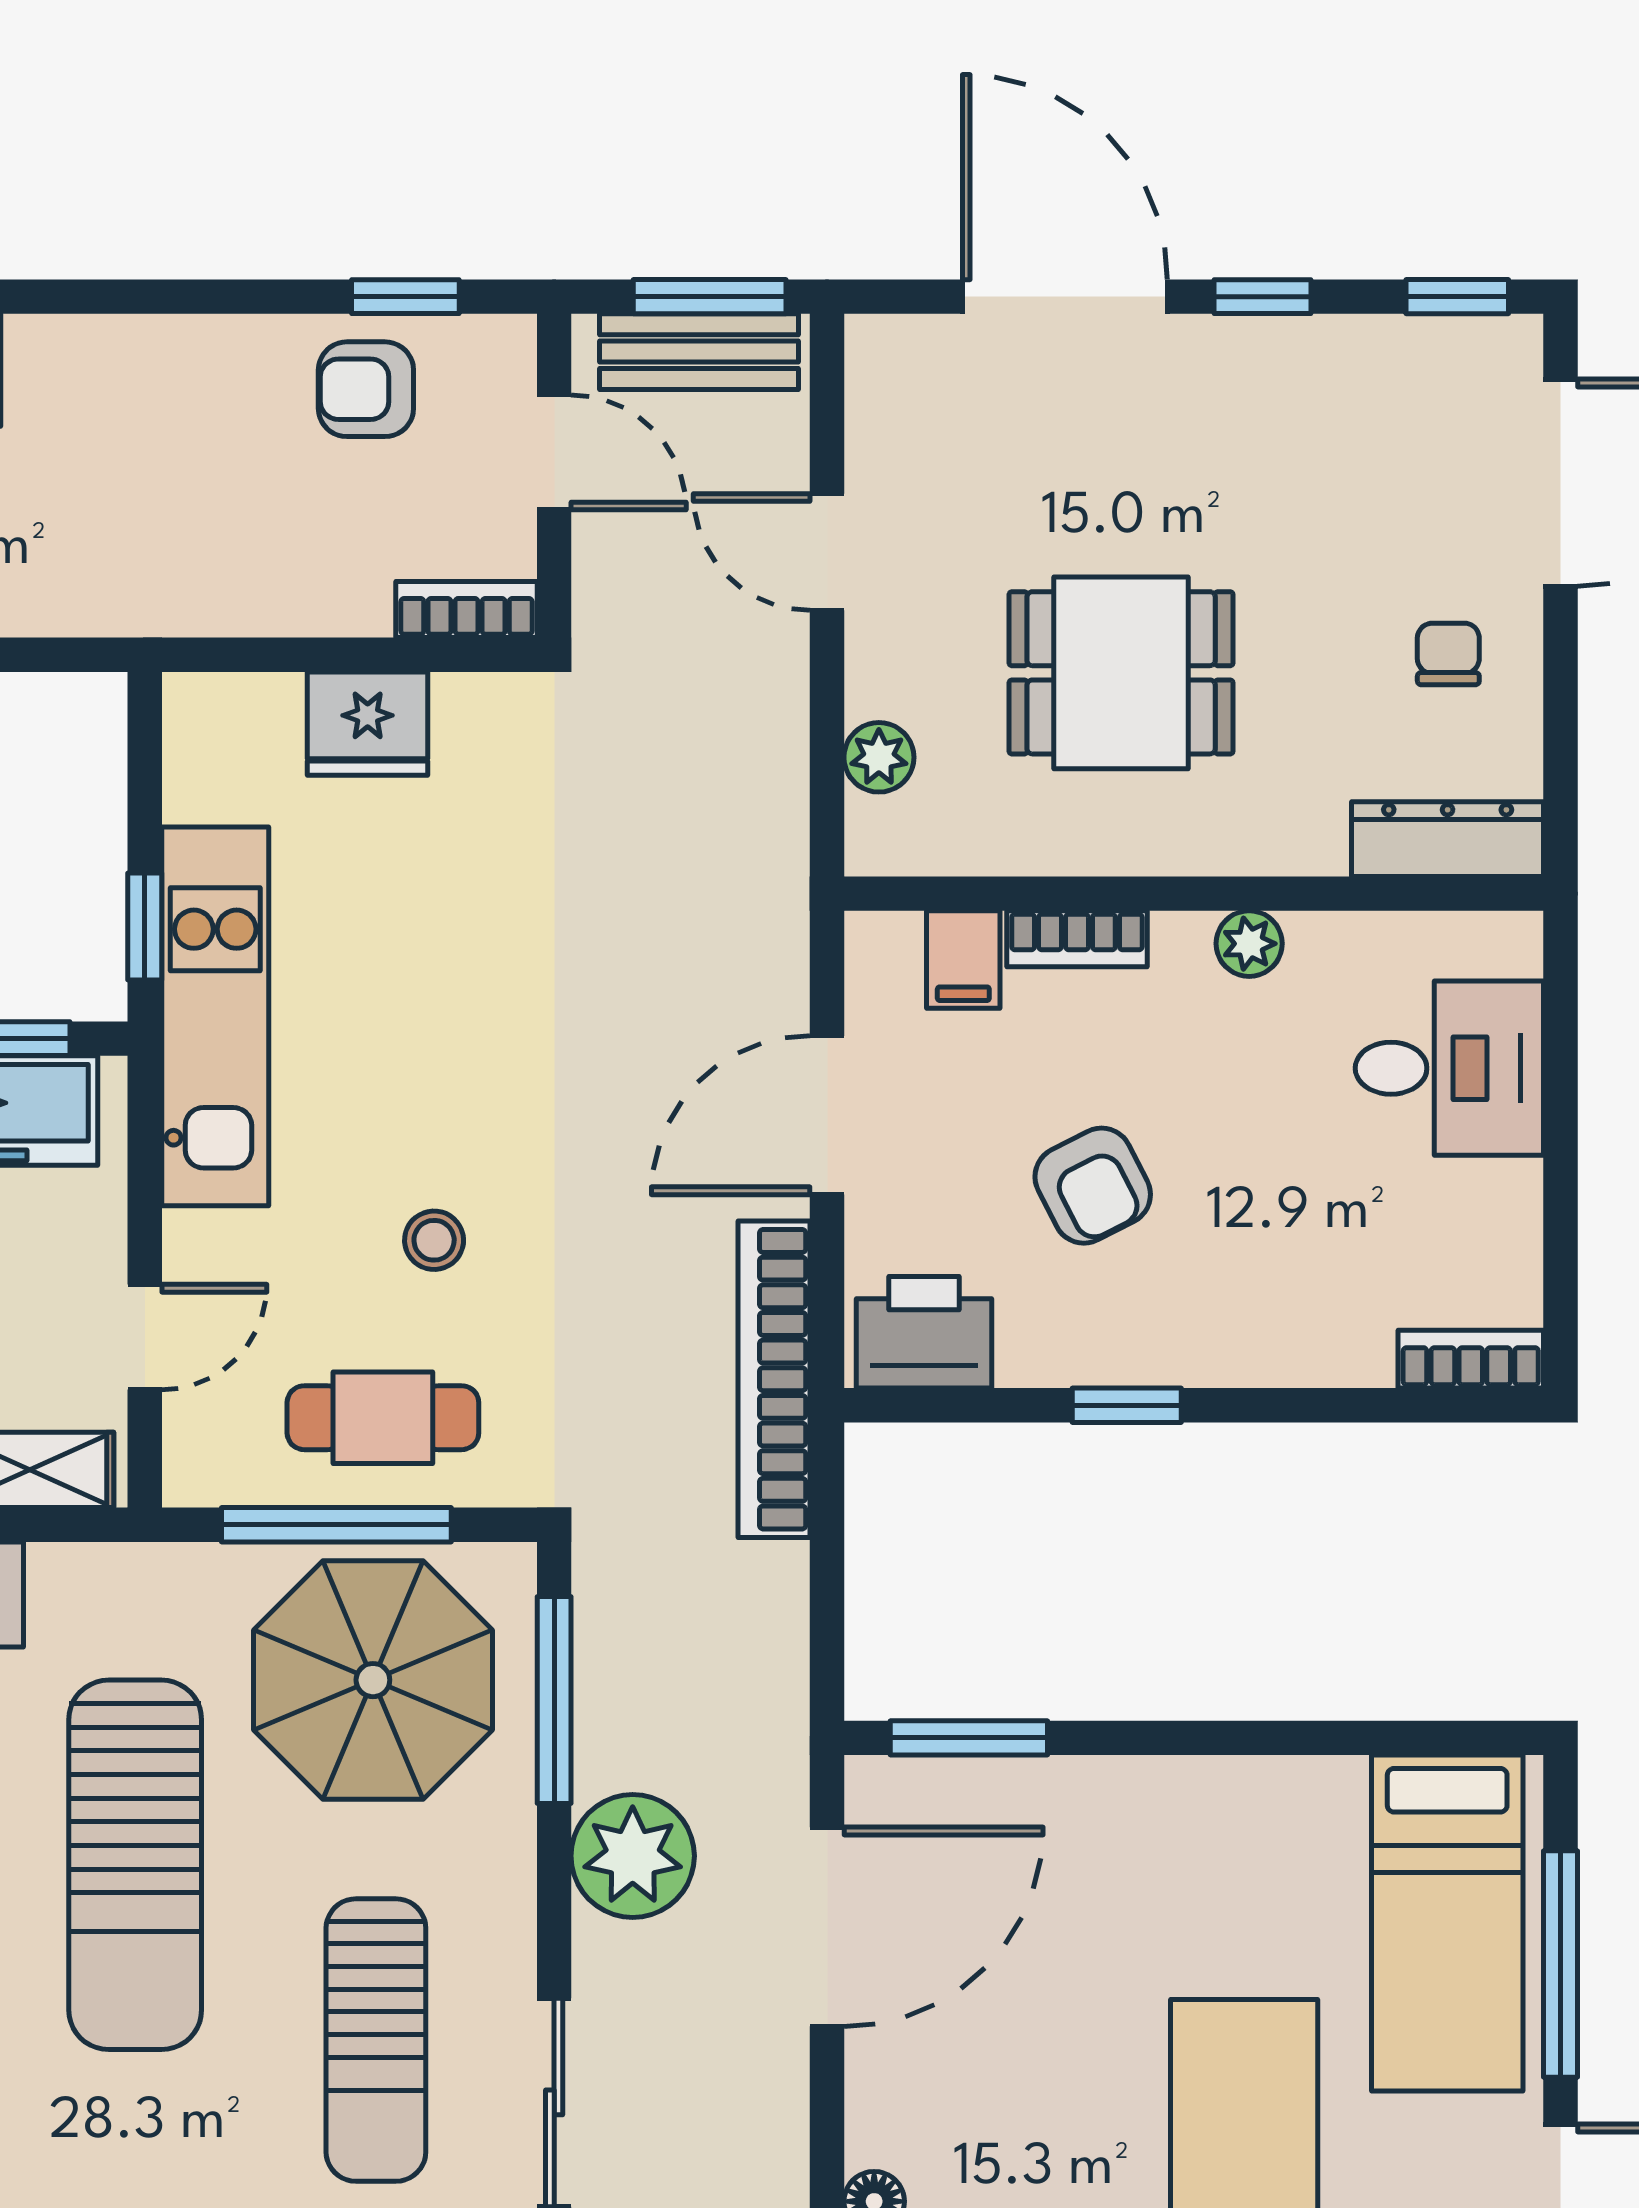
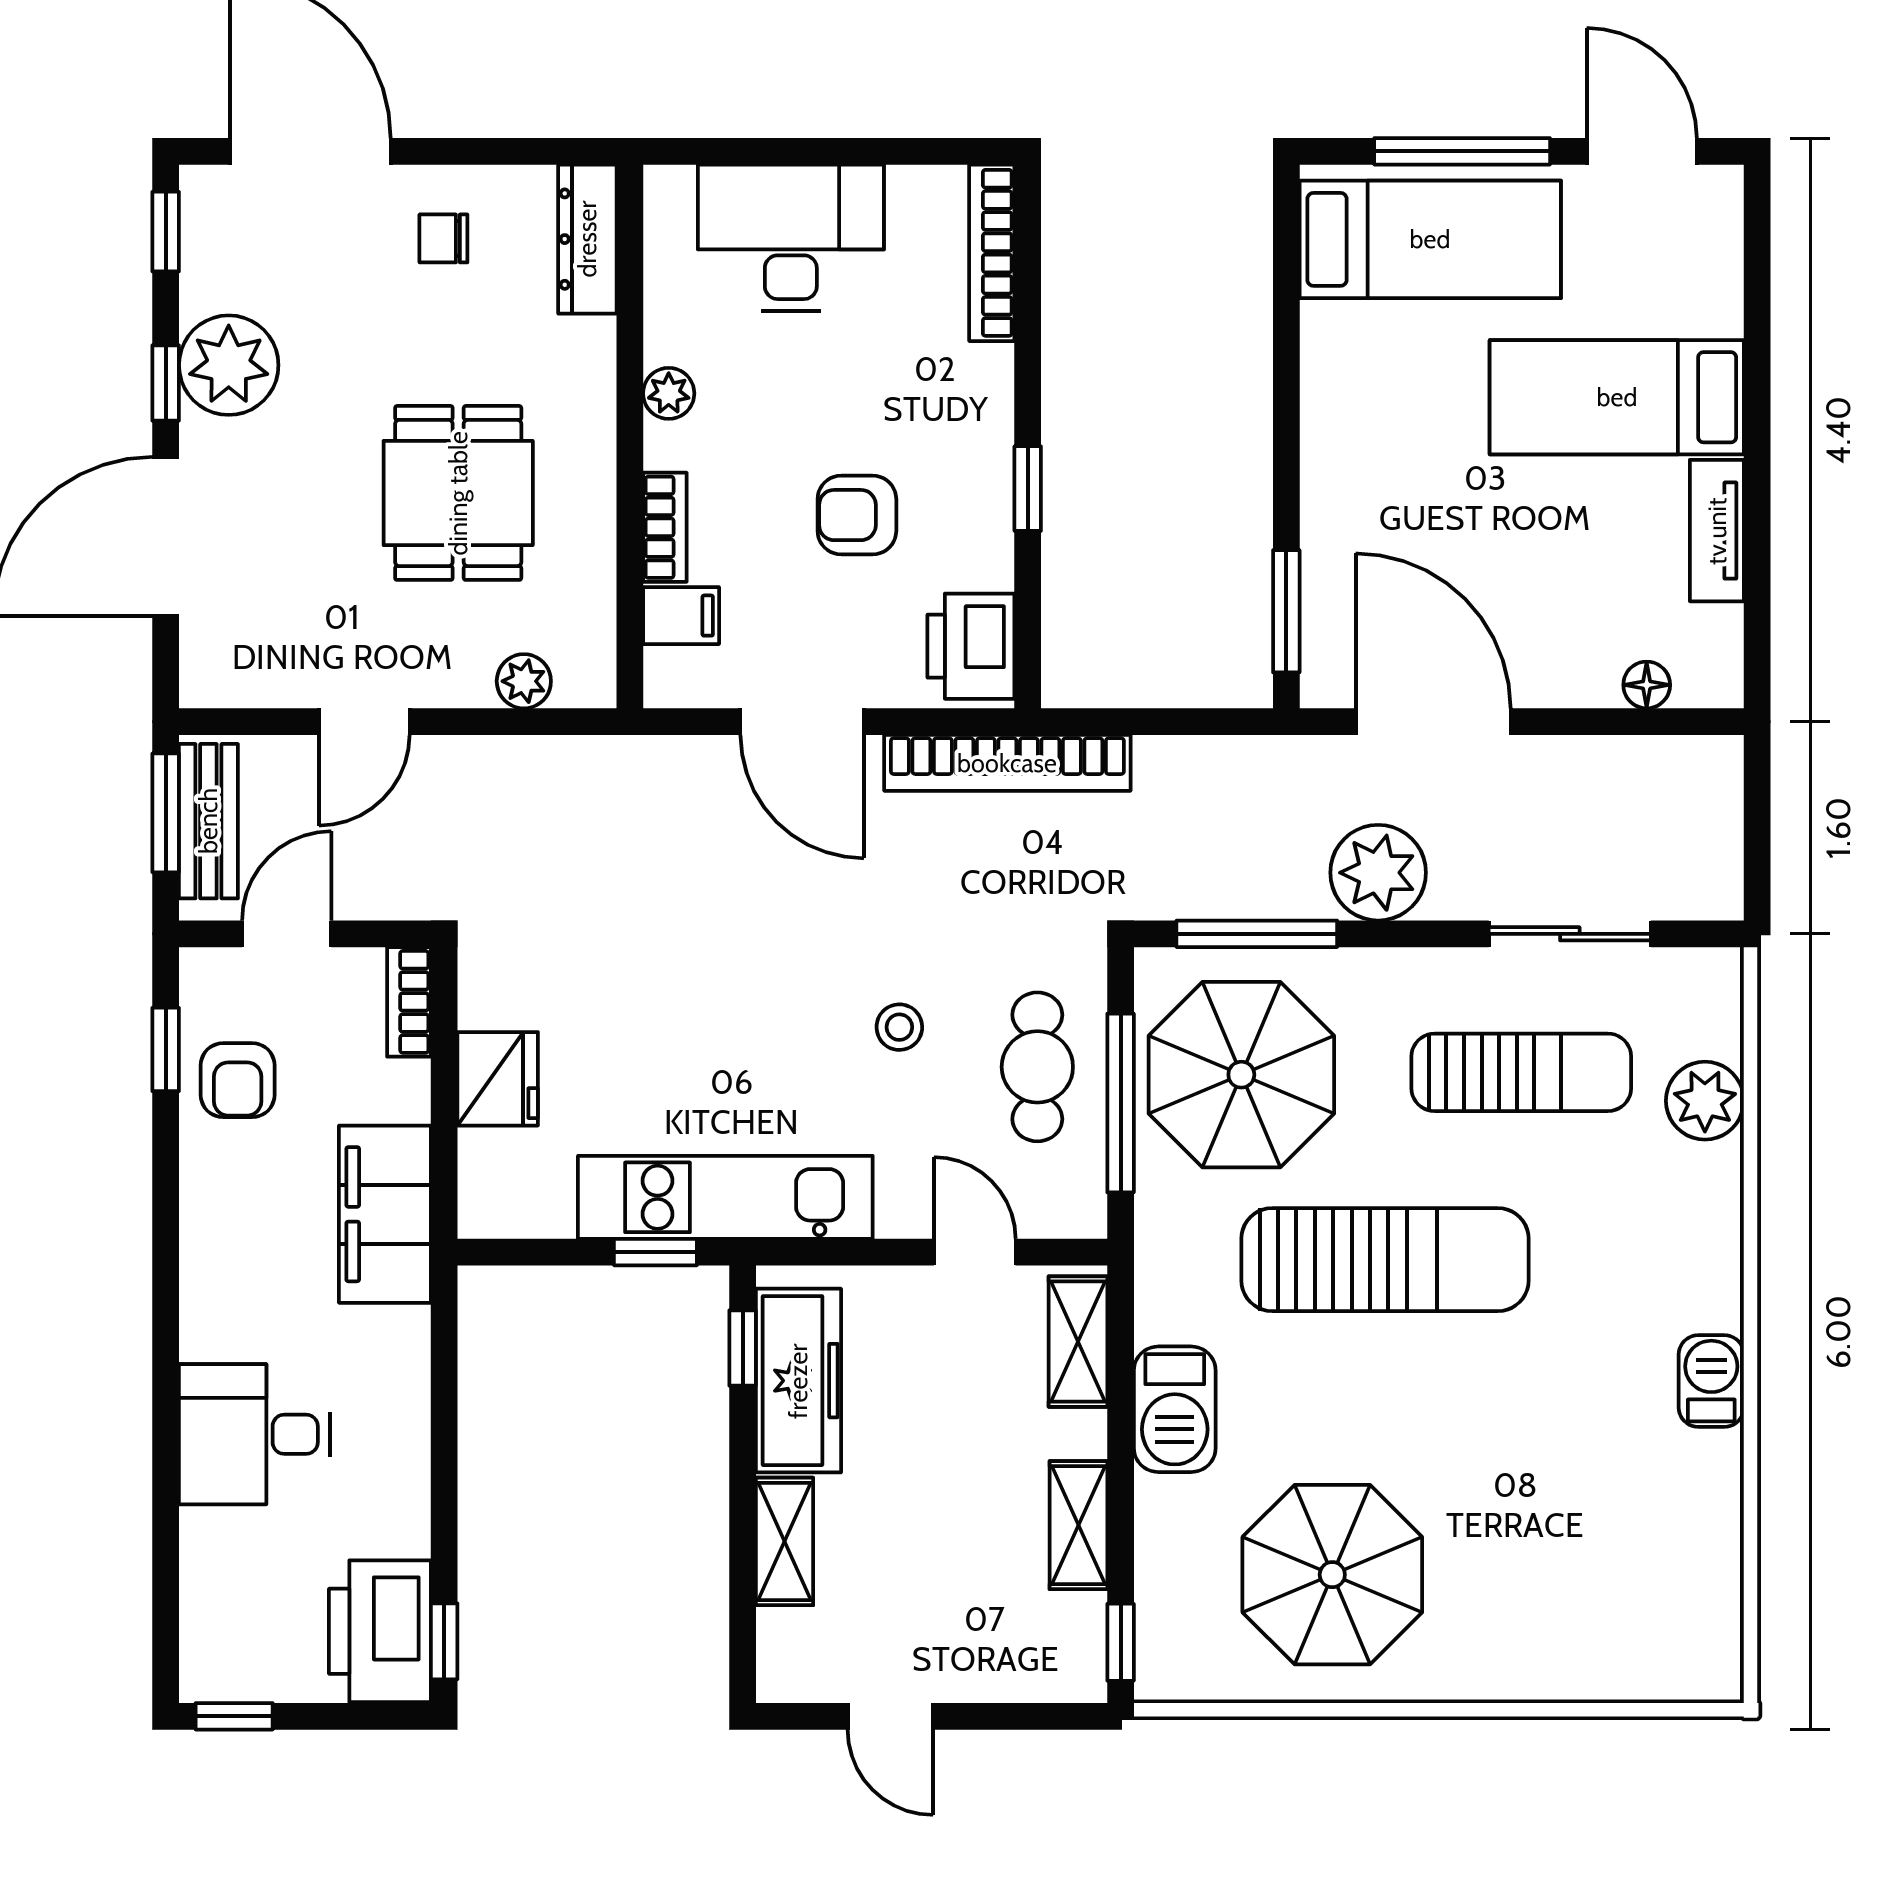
plant: (1285, 378) -> (229, 365), added
filing cabinet: (194, 579) -> (385, 1214), added
desk: (1449, 1068) -> (791, 238), width x1.37
armchair: (1093, 1186) -> (857, 515), turned -153
bookcase: (1471, 1359) -> (992, 253), width x1.56

